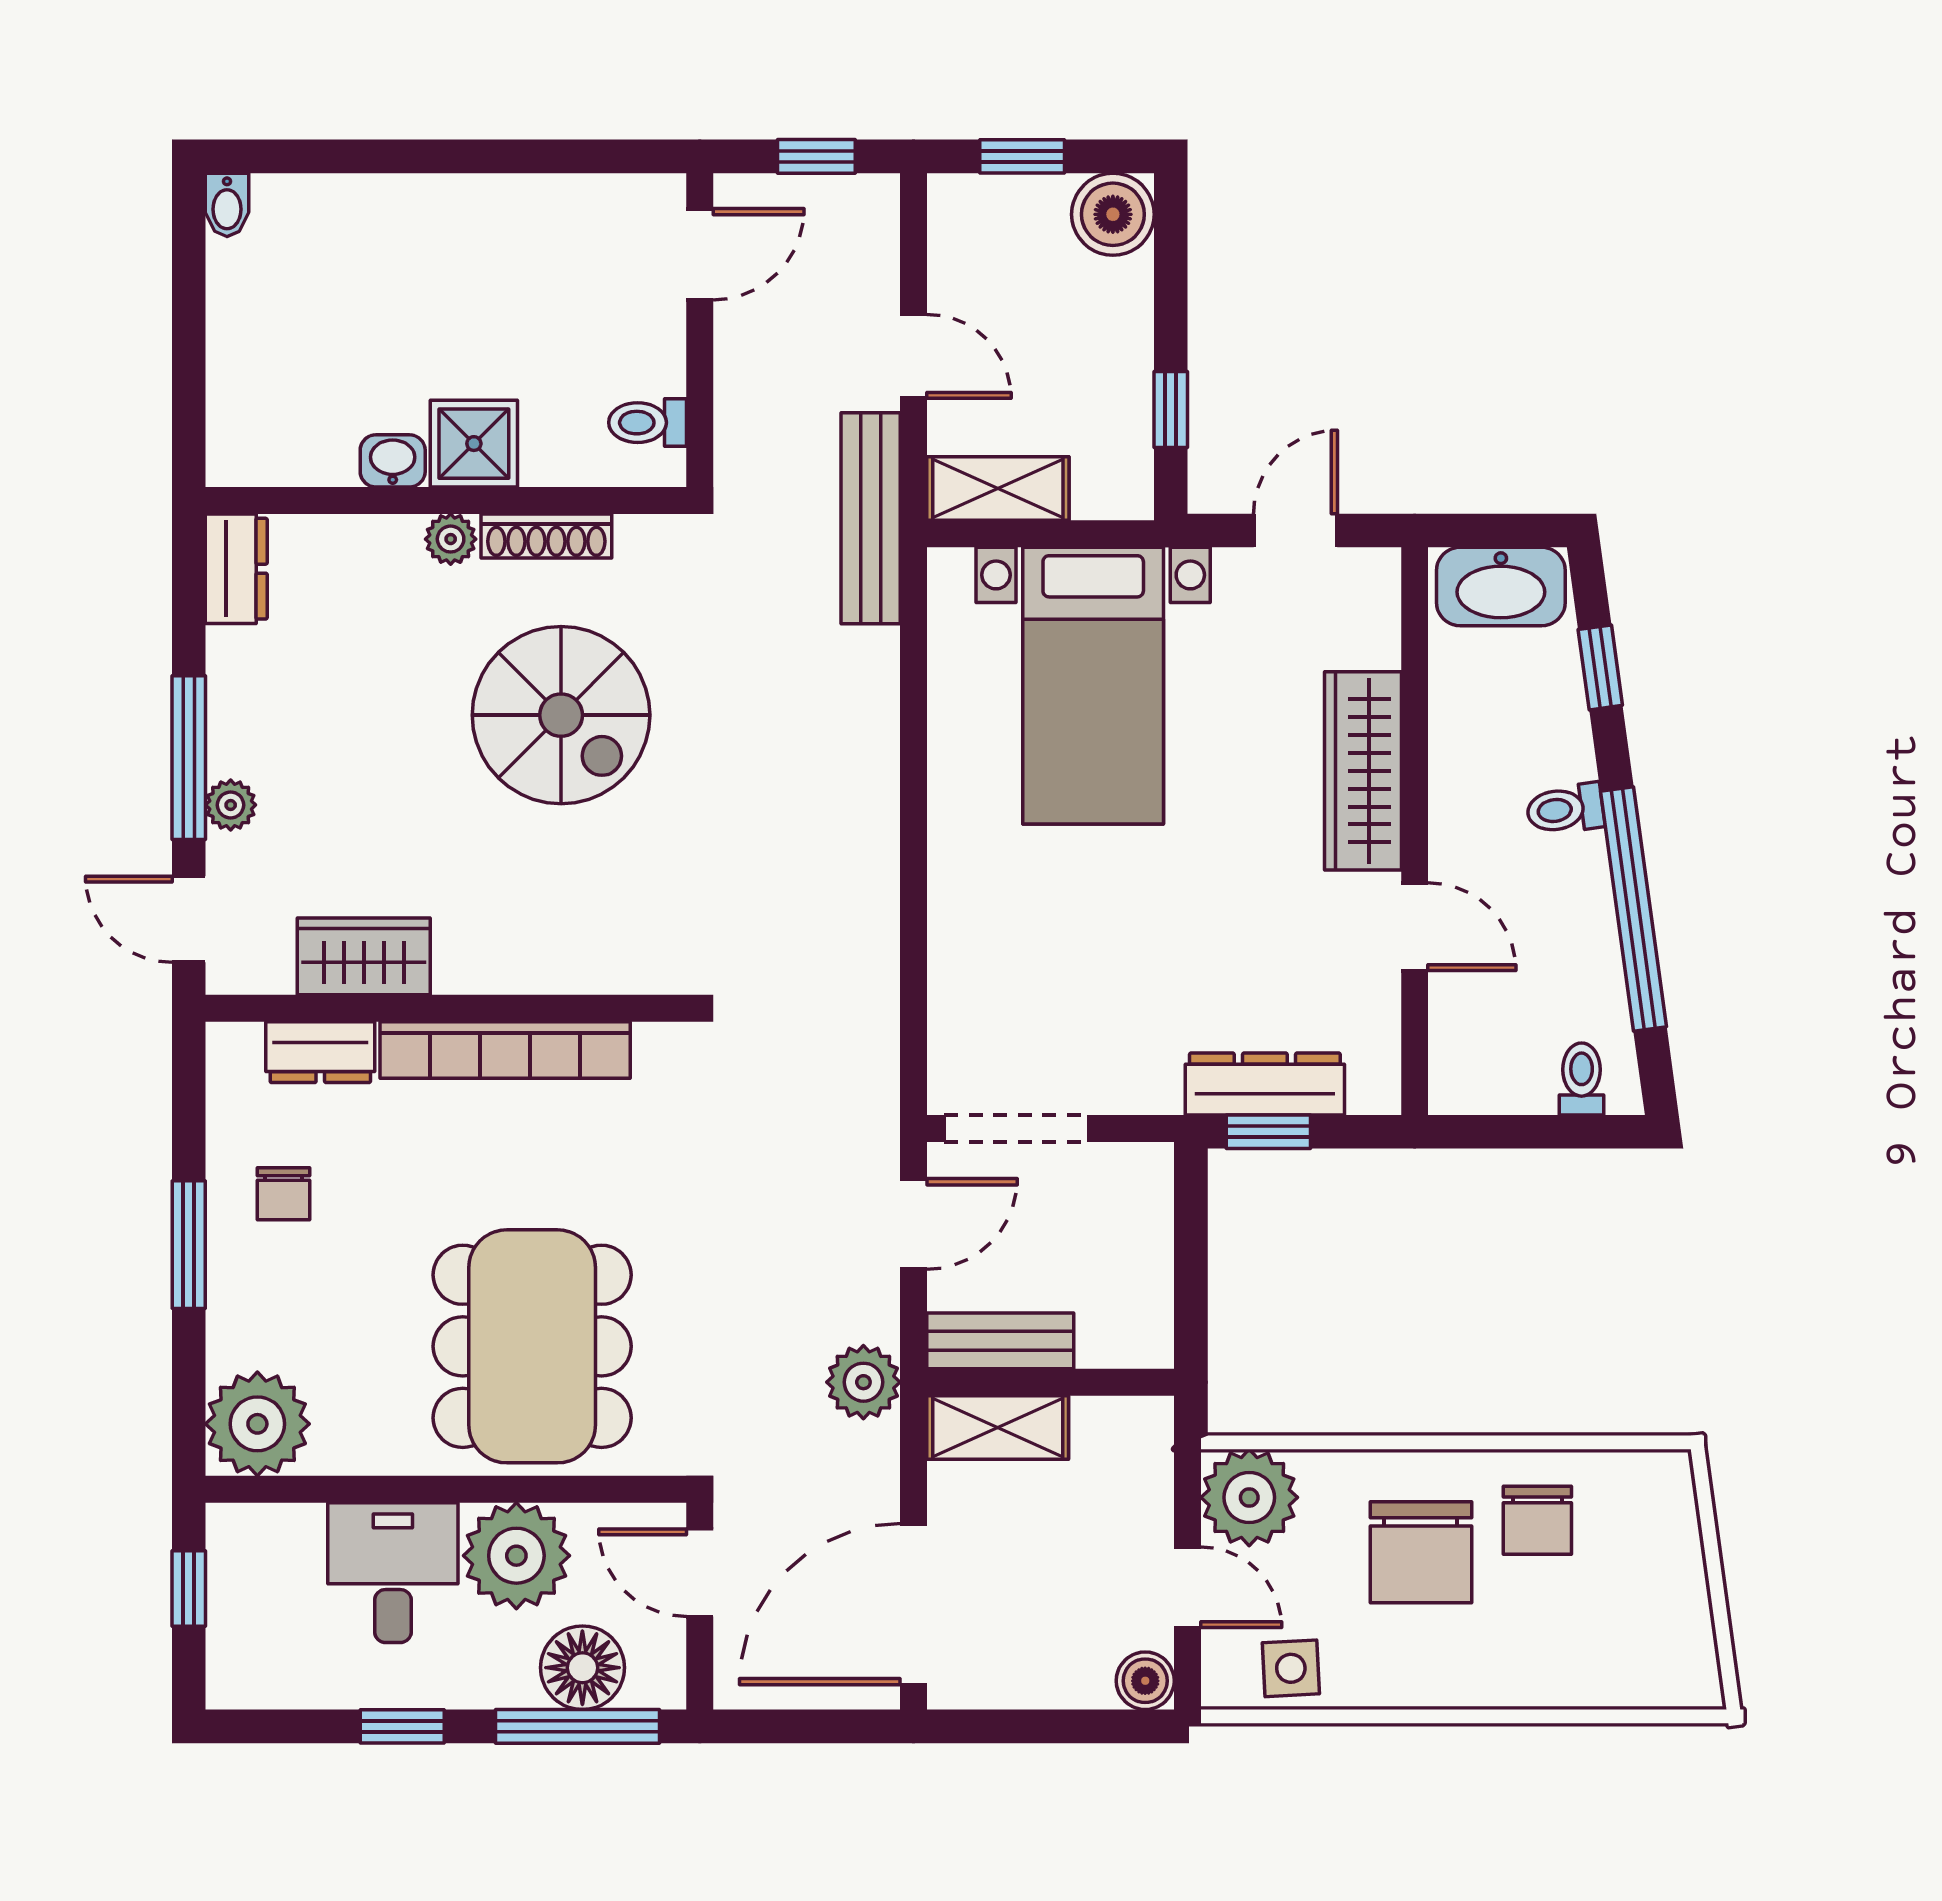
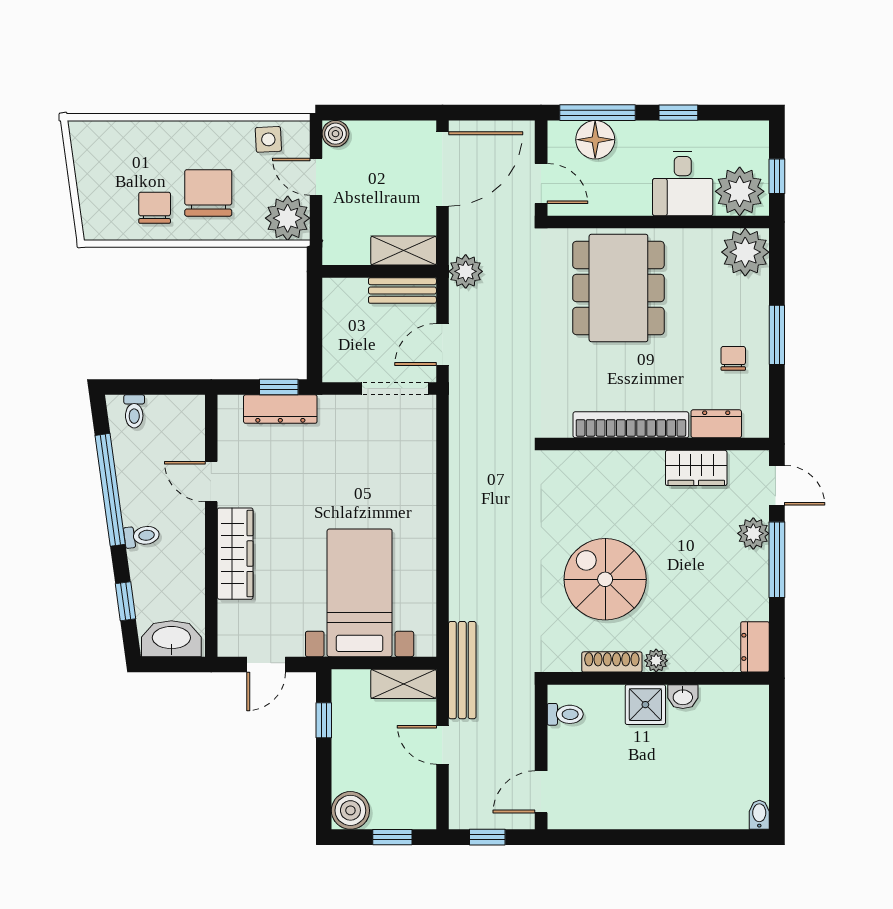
plant: (231, 805) -> (753, 533), width x1.38, depth x1.38
plant: (516, 1556) -> (740, 191), moved

